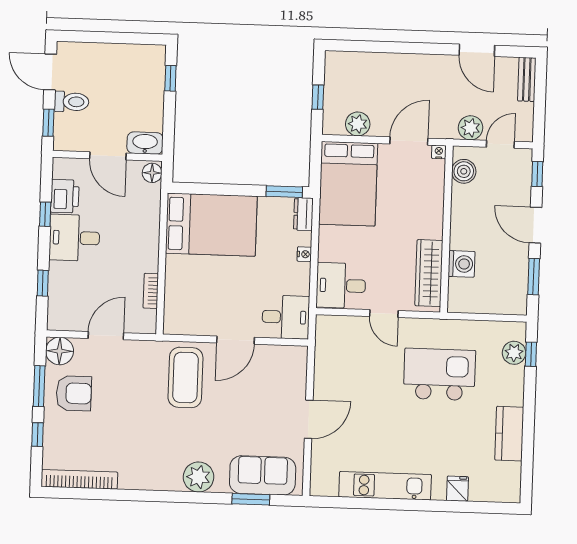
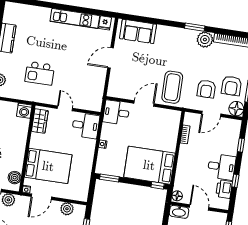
bed: (348, 184) -> (48, 166), moved, turned 90
window: (191, 188) -> (158, 185), added
dresser: (303, 214) -> (101, 165), removed
washing machine: (461, 264) -> (24, 111), moved, turned -90
wardrobe: (429, 273) -> (40, 121), width x0.67
kitchen island: (439, 374) -> (40, 73), width x0.73, depth x0.78
armchair: (121, 382) -> (206, 89), added
armchair: (74, 393) -> (231, 86), turned -90
plant: (199, 477) -> (205, 40), moved
fridge: (457, 489) -> (105, 23), moved
window: (251, 499) -> (195, 27), moved

